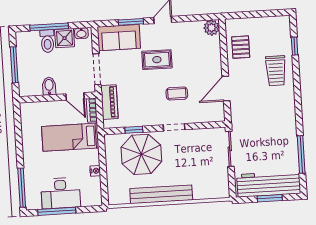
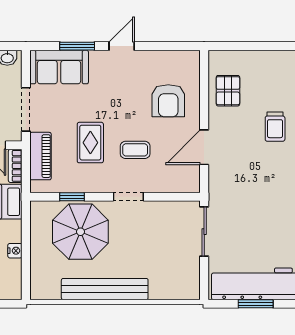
plant: (212, 28) -> (189, 61), removed
armchair: (198, 57) -> (168, 101), added
rug: (157, 60) -> (90, 143), moved, turned 90
trolley: (276, 71) -> (275, 127), width x0.73, depth x0.72

